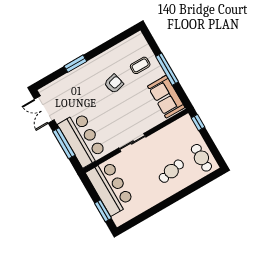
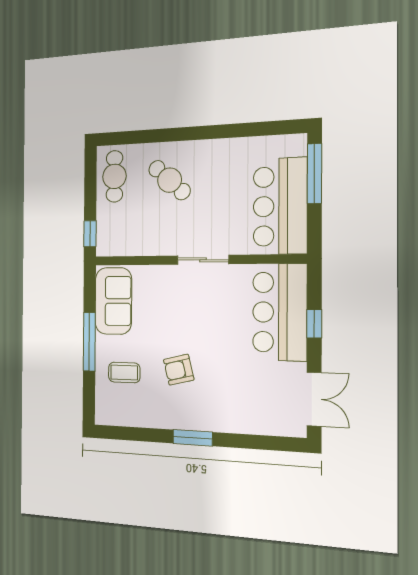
window: (75, 64) -> (193, 438), moved
window: (64, 143) -> (314, 324), width x0.46
cafe table: (171, 171) -> (169, 180), turned 54
window: (103, 211) -> (314, 174), width x1.44

